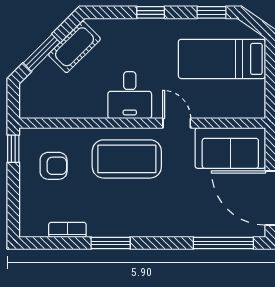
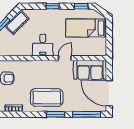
door: (177, 123) -> (65, 58), hinge flipped
coffee table: (127, 159) -> (47, 97), moved
window: (111, 243) -> (56, 114), moved

